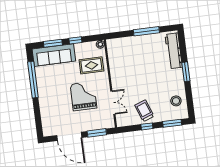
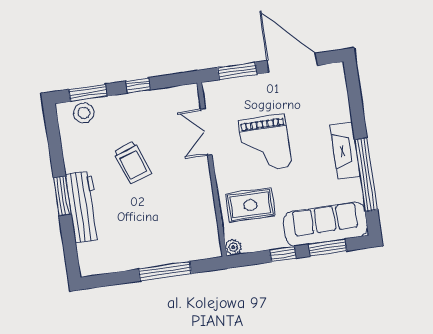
window: (146, 31) -> (165, 271), moved
workbench: (174, 51) -> (83, 207), moved
fireplace: (43, 92) -> (345, 150), added
stool: (176, 101) -> (84, 113), moved
trolley: (144, 111) -> (132, 162), moved

